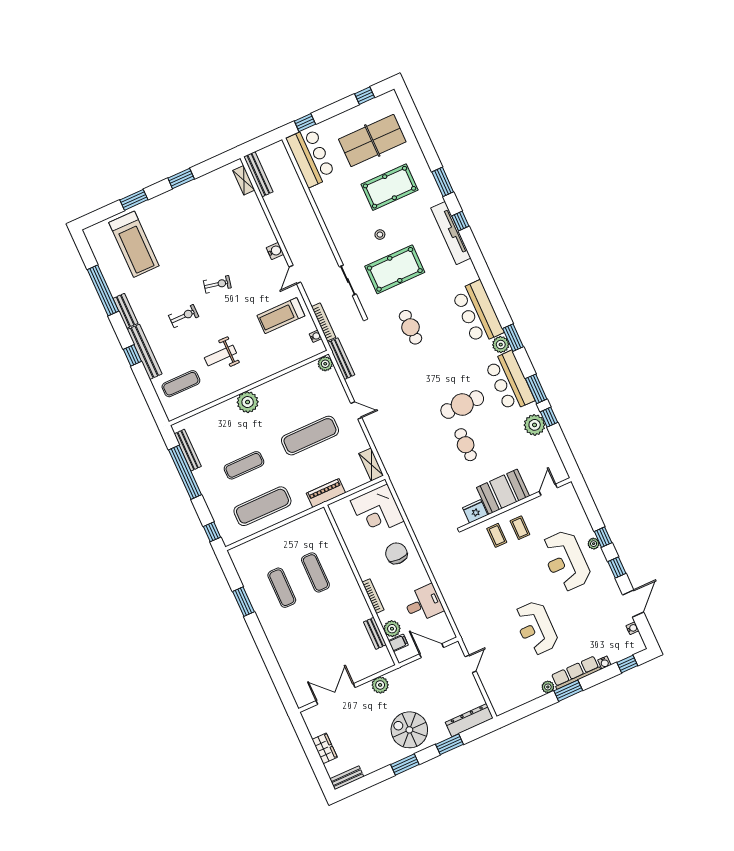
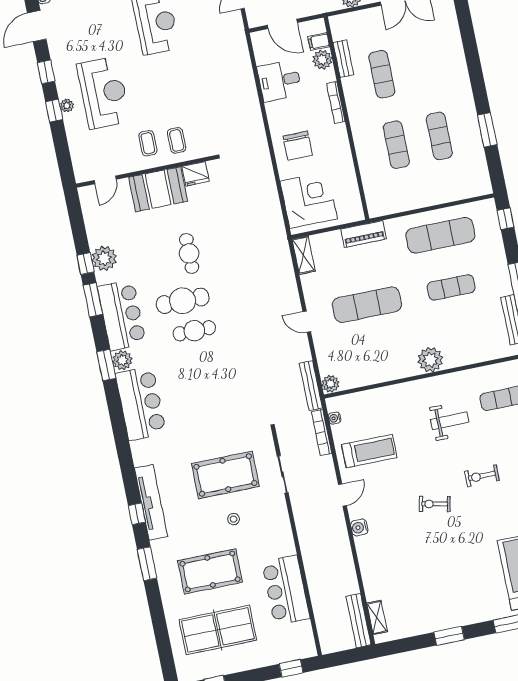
bar counter: (311, 157) -> (286, 590), moved
cafe table: (410, 327) -> (194, 331), moved, turned 90
exercise mat: (340, 628) -> (382, 74), added

